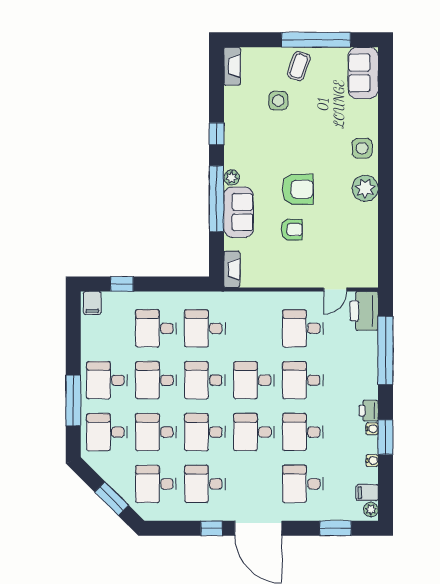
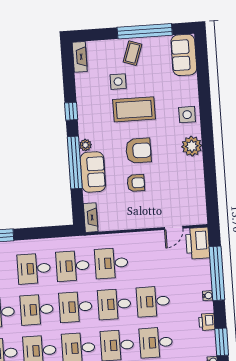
coffee table: (296, 137) -> (134, 109), added
desk: (303, 328) -> (111, 263), moved
water cooler: (372, 429) -> (208, 296), moved

